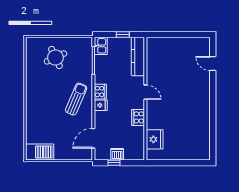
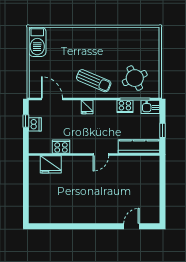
round table: (55, 57) -> (135, 78), moved
cooker: (100, 92) -> (125, 106), moved
cooker: (138, 117) -> (61, 147), moved

